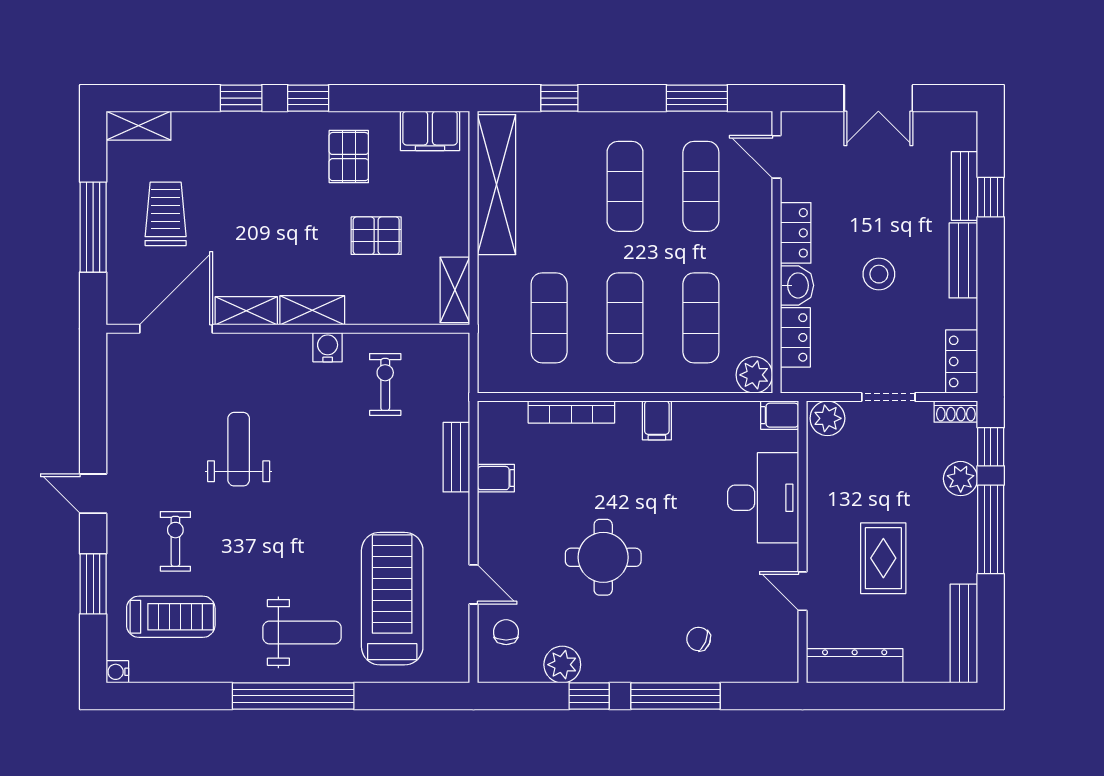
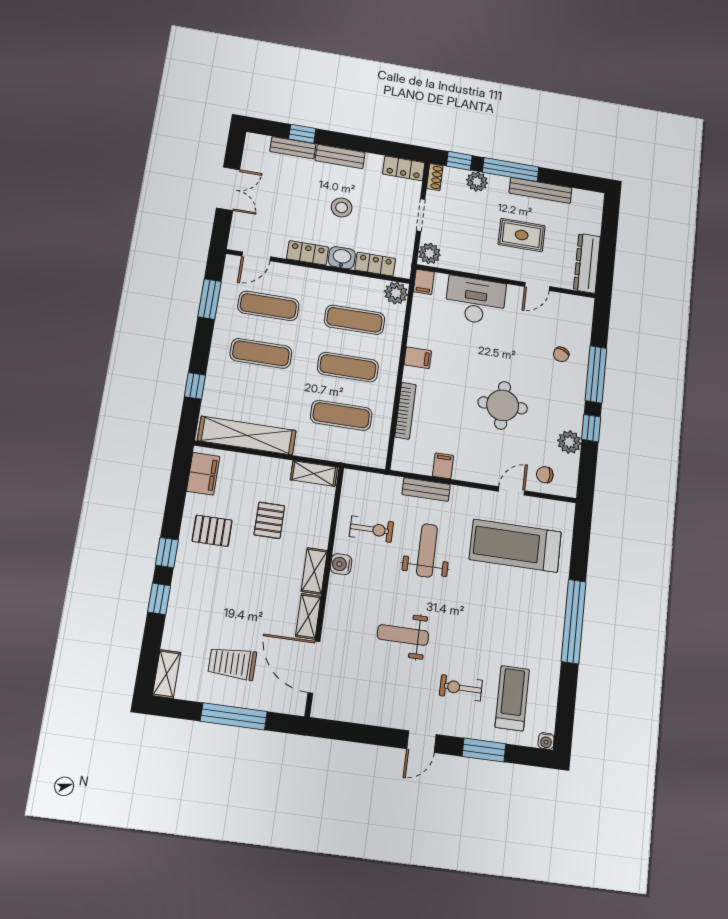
exercise bike: (385, 384) -> (371, 529), turned 180
weight bench: (302, 632) -> (427, 550), moved
bench: (964, 634) -> (540, 190), moved

